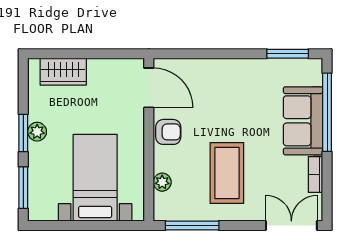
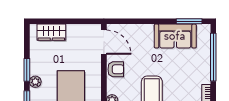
sofa: (303, 121) -> (175, 36), moved, turned -90
plant: (37, 132) -> (35, 82), moved

